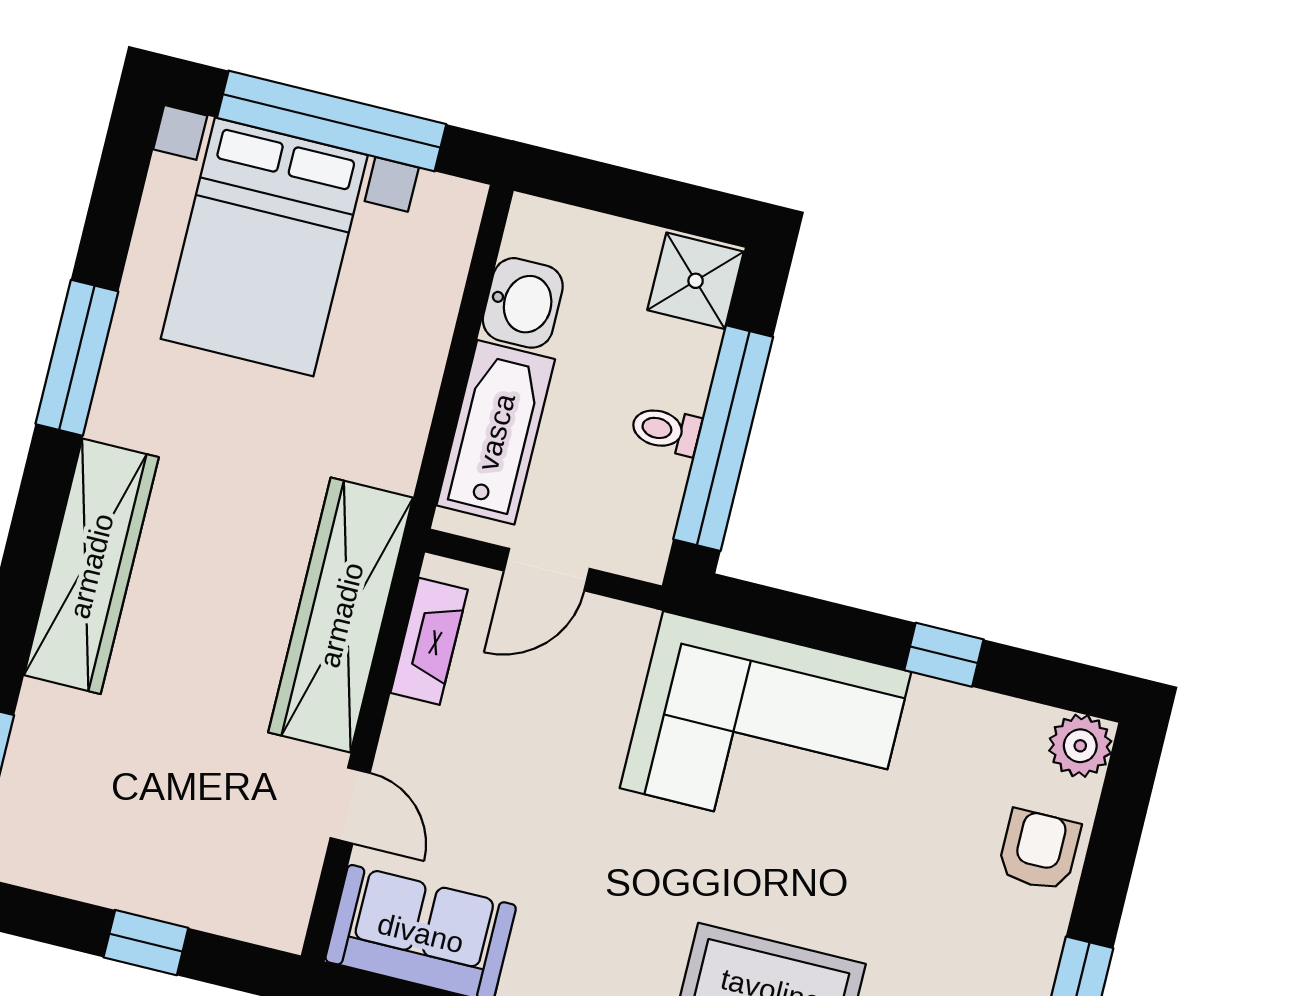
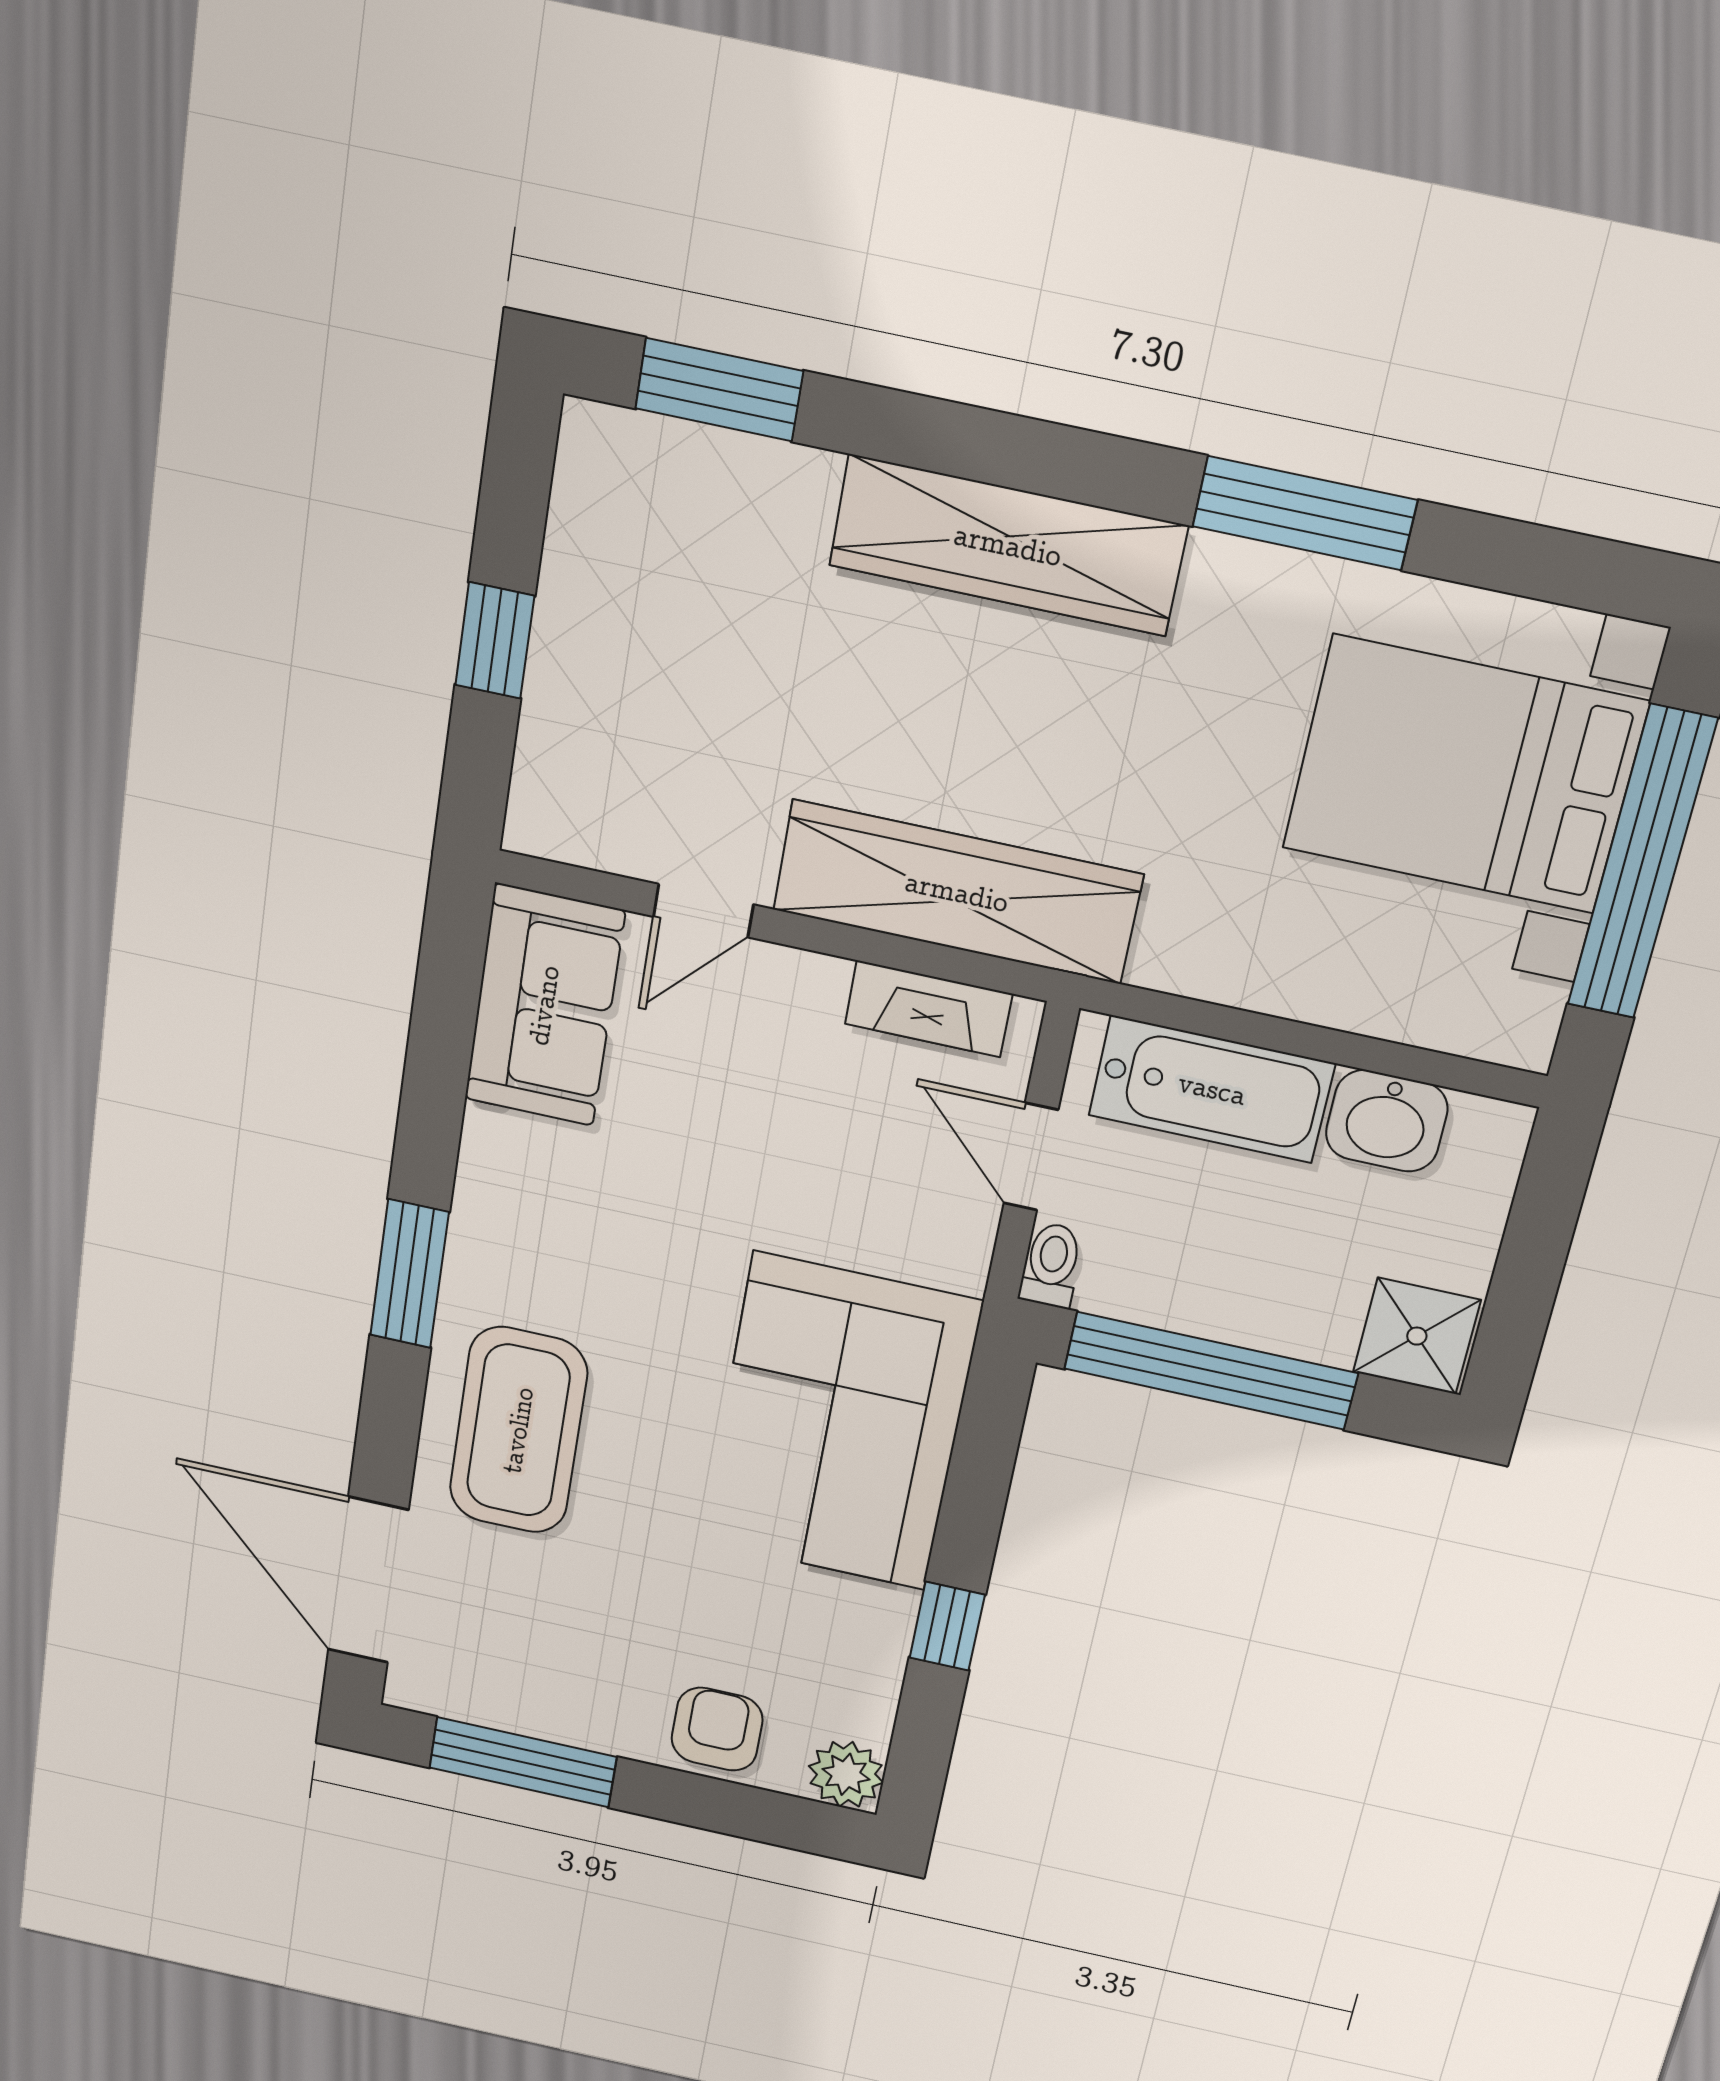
toilet: (666, 430) -> (1051, 1265), moved
armchair: (1039, 850) -> (717, 1729), turned -90

